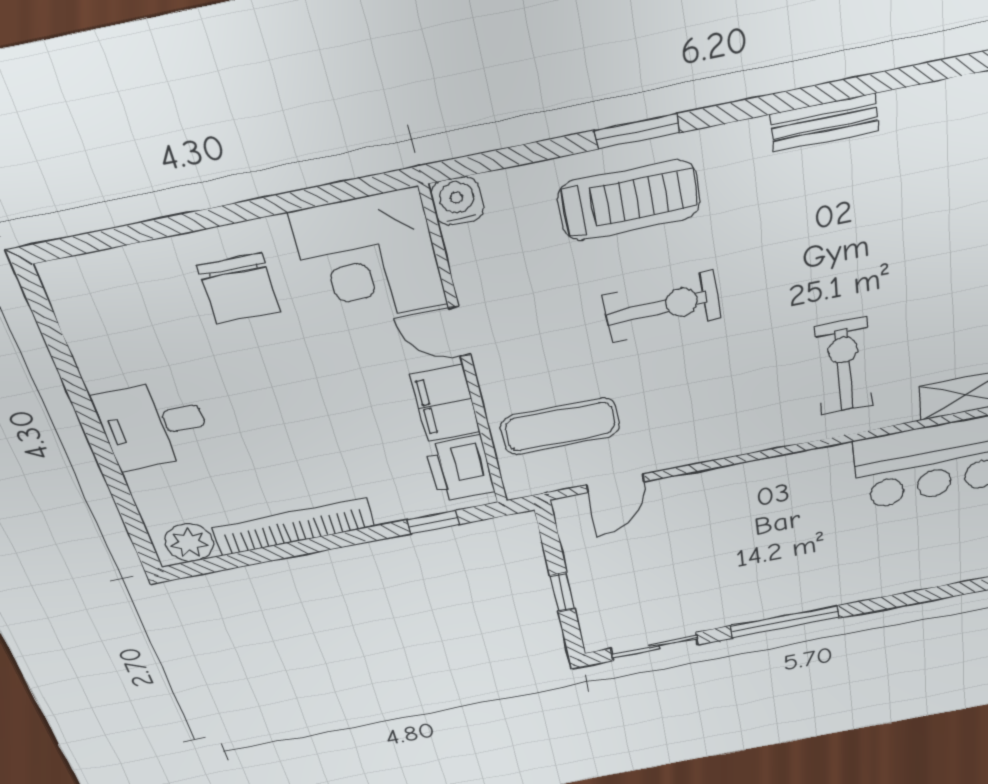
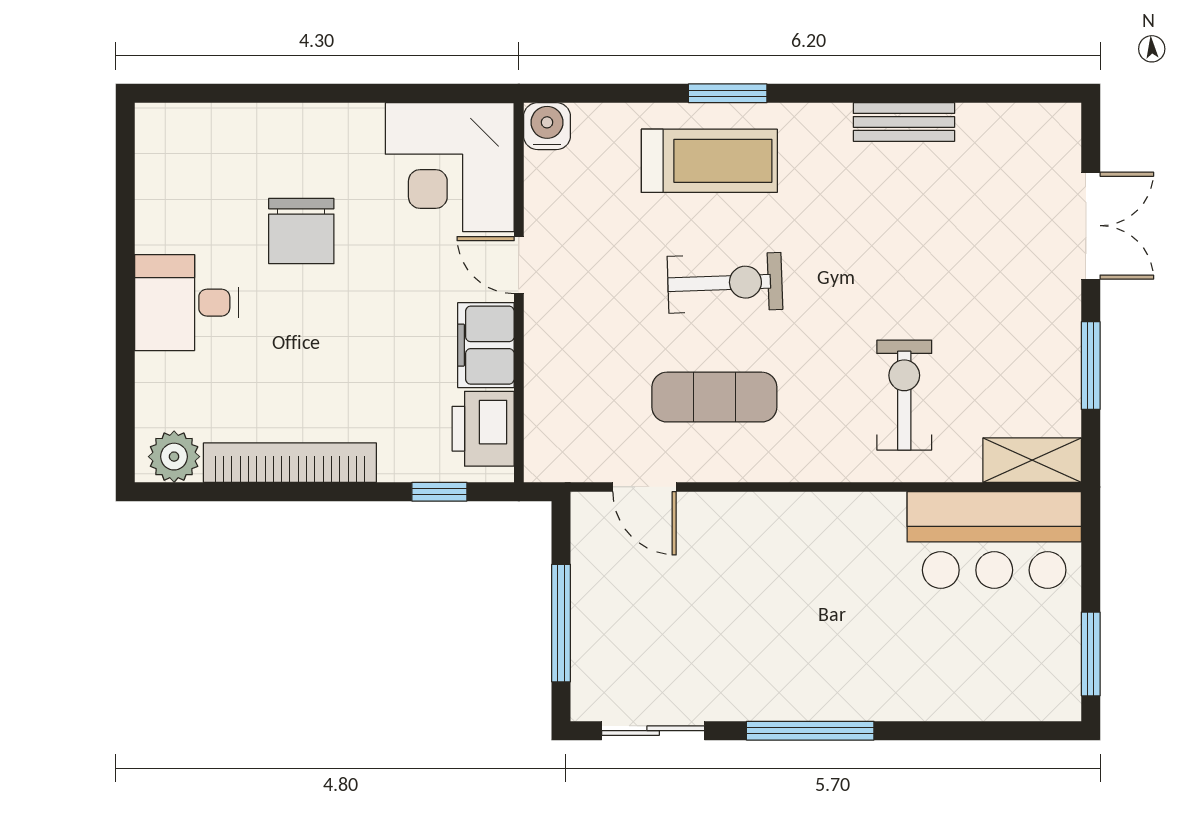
chair: (239, 288) -> (301, 231), moved
exercise mat: (560, 426) -> (714, 397), moved
door: (615, 483) -> (645, 487), hinge flipped
window: (562, 592) -> (561, 623), width x2.17

